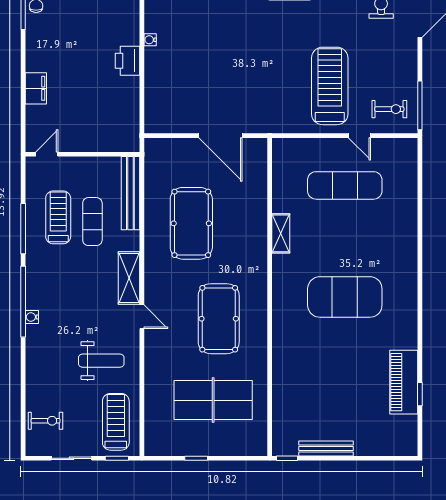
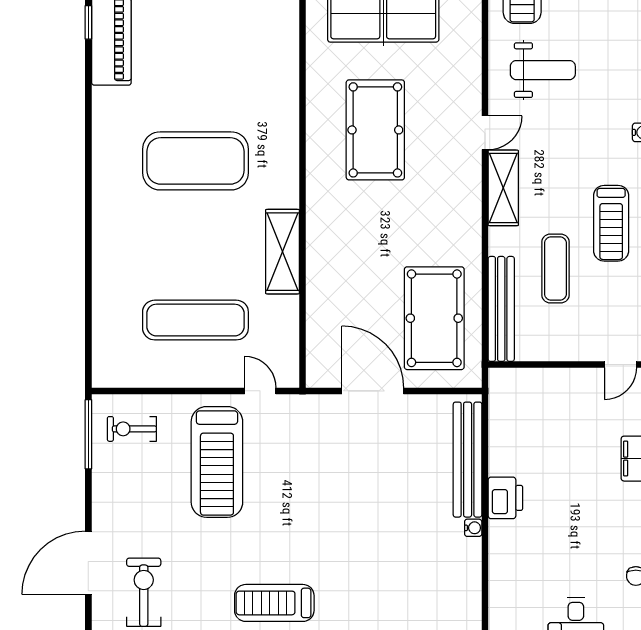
bench: (154, 88) -> (468, 460), added
door: (359, 136) -> (260, 391), moved
treadmill: (58, 217) -> (611, 223), moved
pool table: (191, 223) -> (434, 318), moved
shelving: (281, 233) -> (283, 252), width x1.50, depth x1.33
door: (142, 317) -> (485, 133), swing flipped
weight bench: (101, 361) -> (543, 70), turned 180

